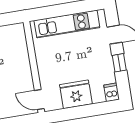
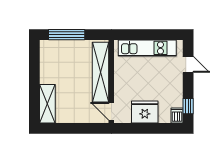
shelving: (20, 59) -> (100, 72), added
window: (119, 63) -> (188, 106), moved

